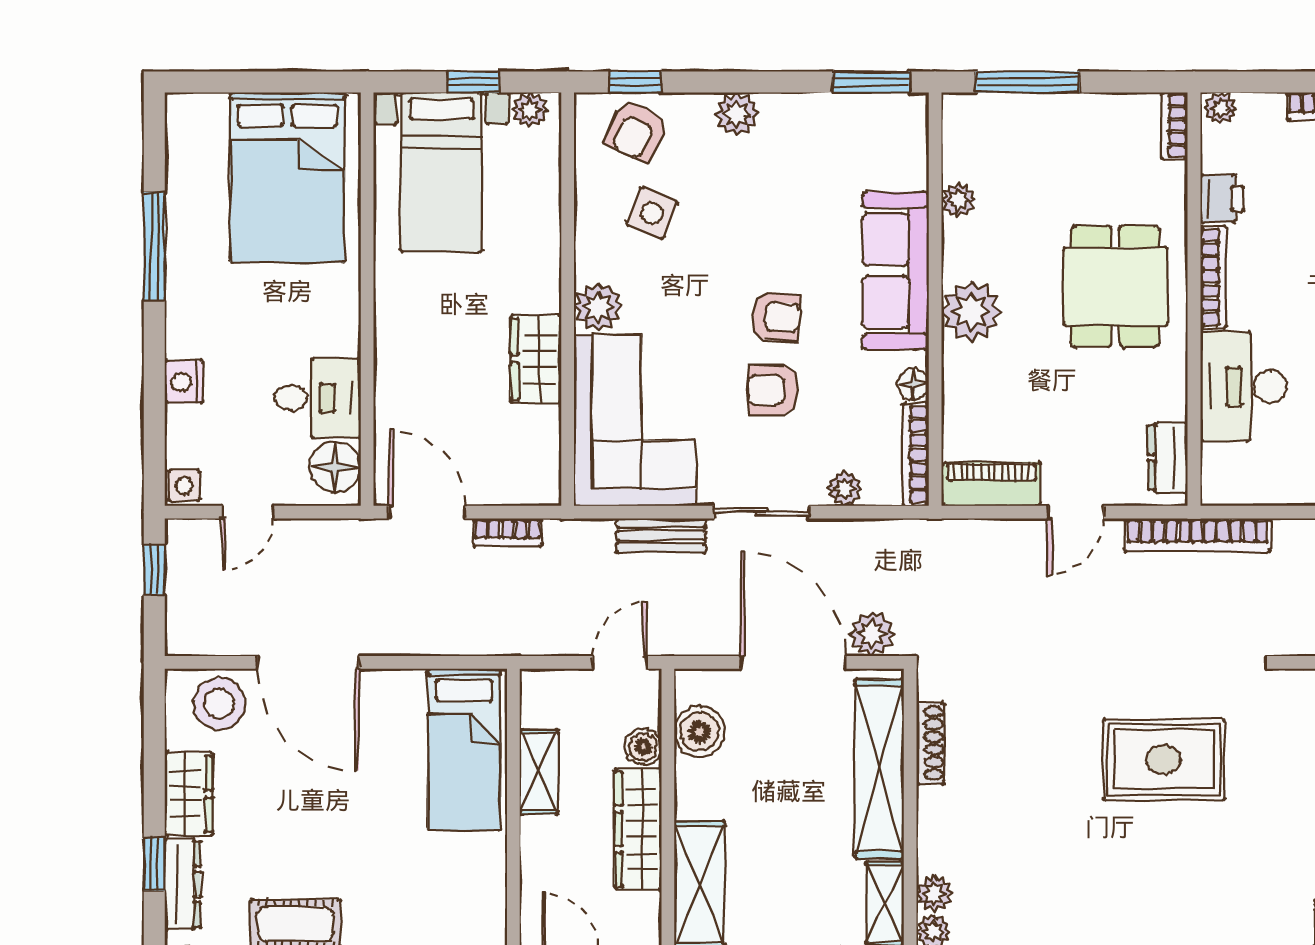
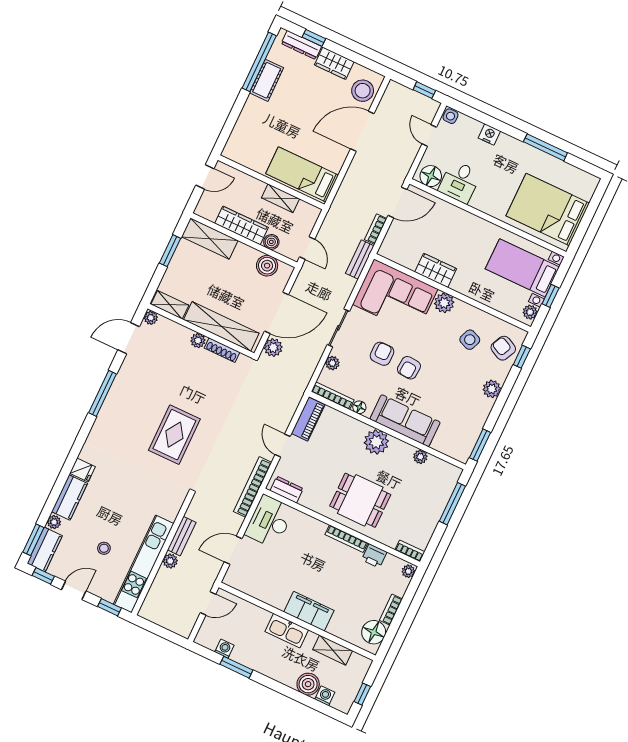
desk: (1243, 386) -> (269, 521), moved, turned -90
bench: (661, 536) -> (360, 260), moved
plant: (934, 894) -> (198, 341), moved

